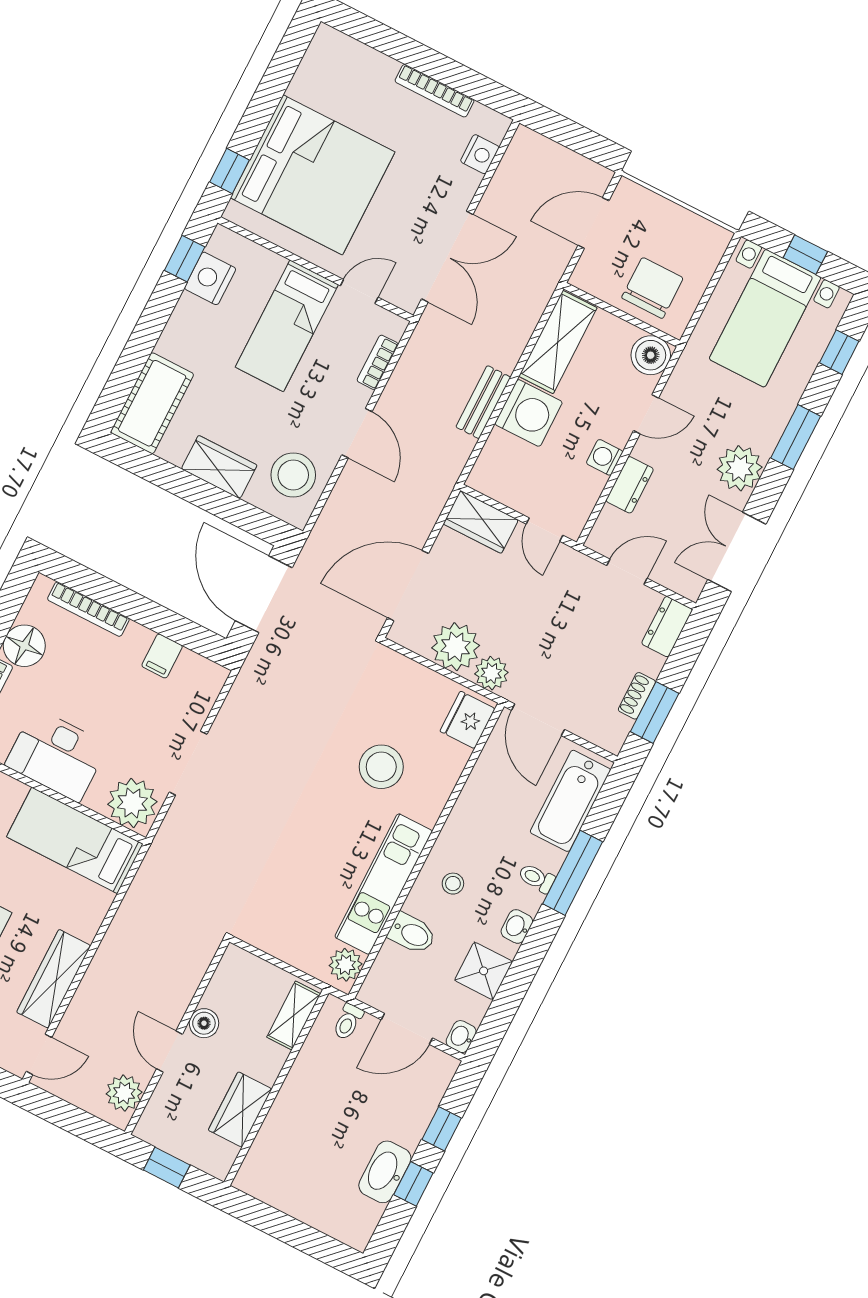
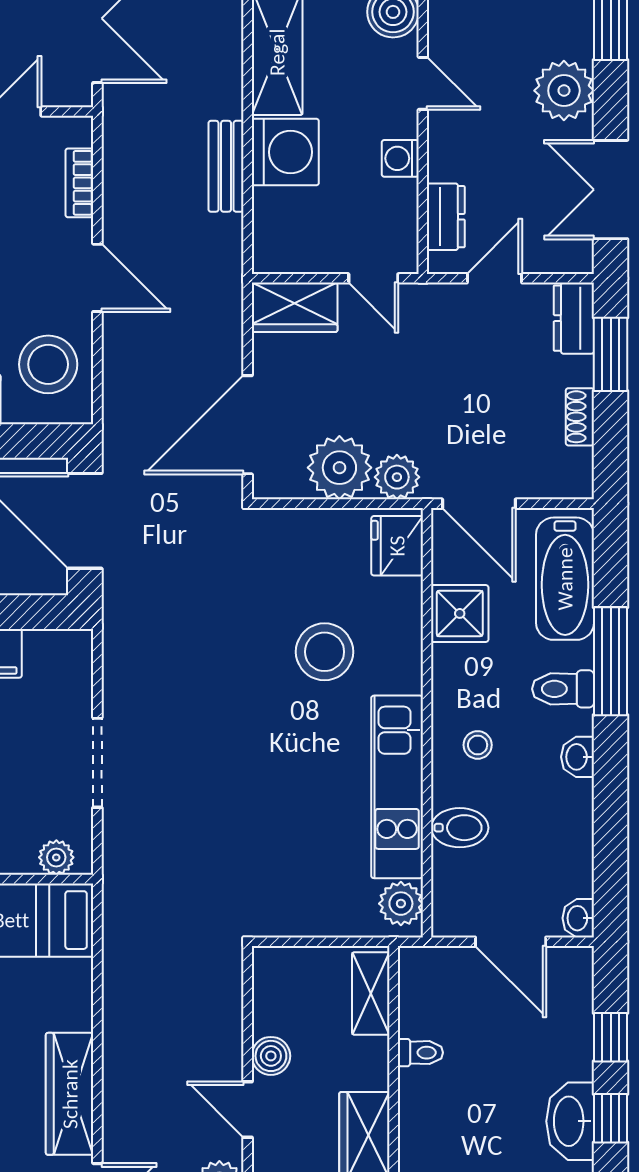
door: (646, 414) -> (423, 83), hinge flipped
dresser: (630, 485) -> (446, 217), moved
window: (655, 713) -> (611, 354), moved
plant: (132, 803) -> (56, 857), width x0.53, depth x0.53
toilet: (536, 878) -> (563, 689), width x1.37, depth x1.39
shower: (484, 971) -> (460, 613), moved
toilet: (348, 1022) -> (420, 1053), moved, turned -90
door: (407, 1029) -> (511, 942), hinge flipped

